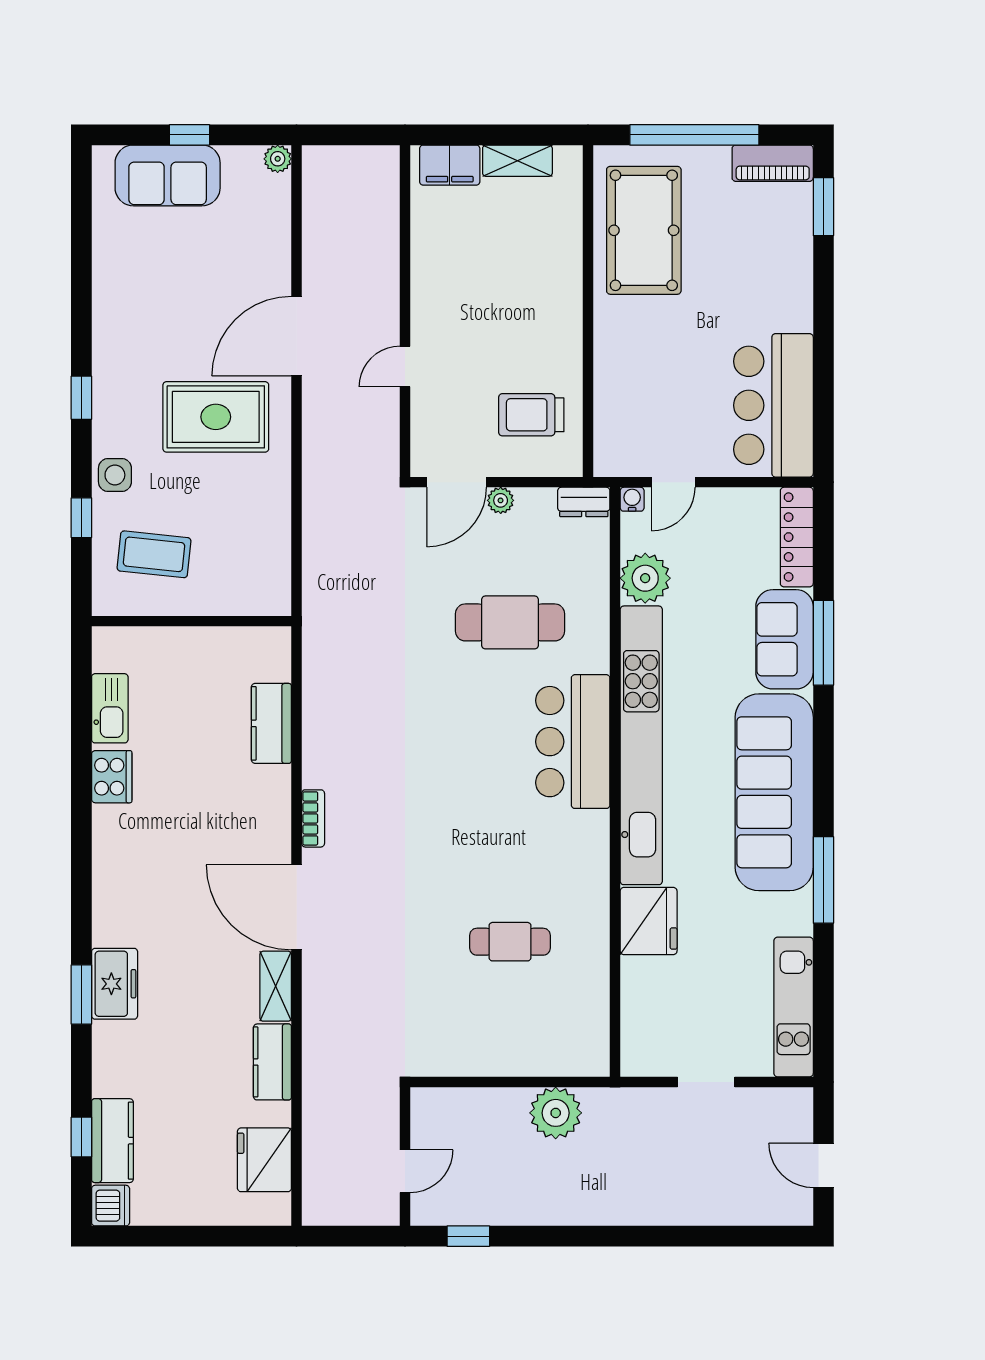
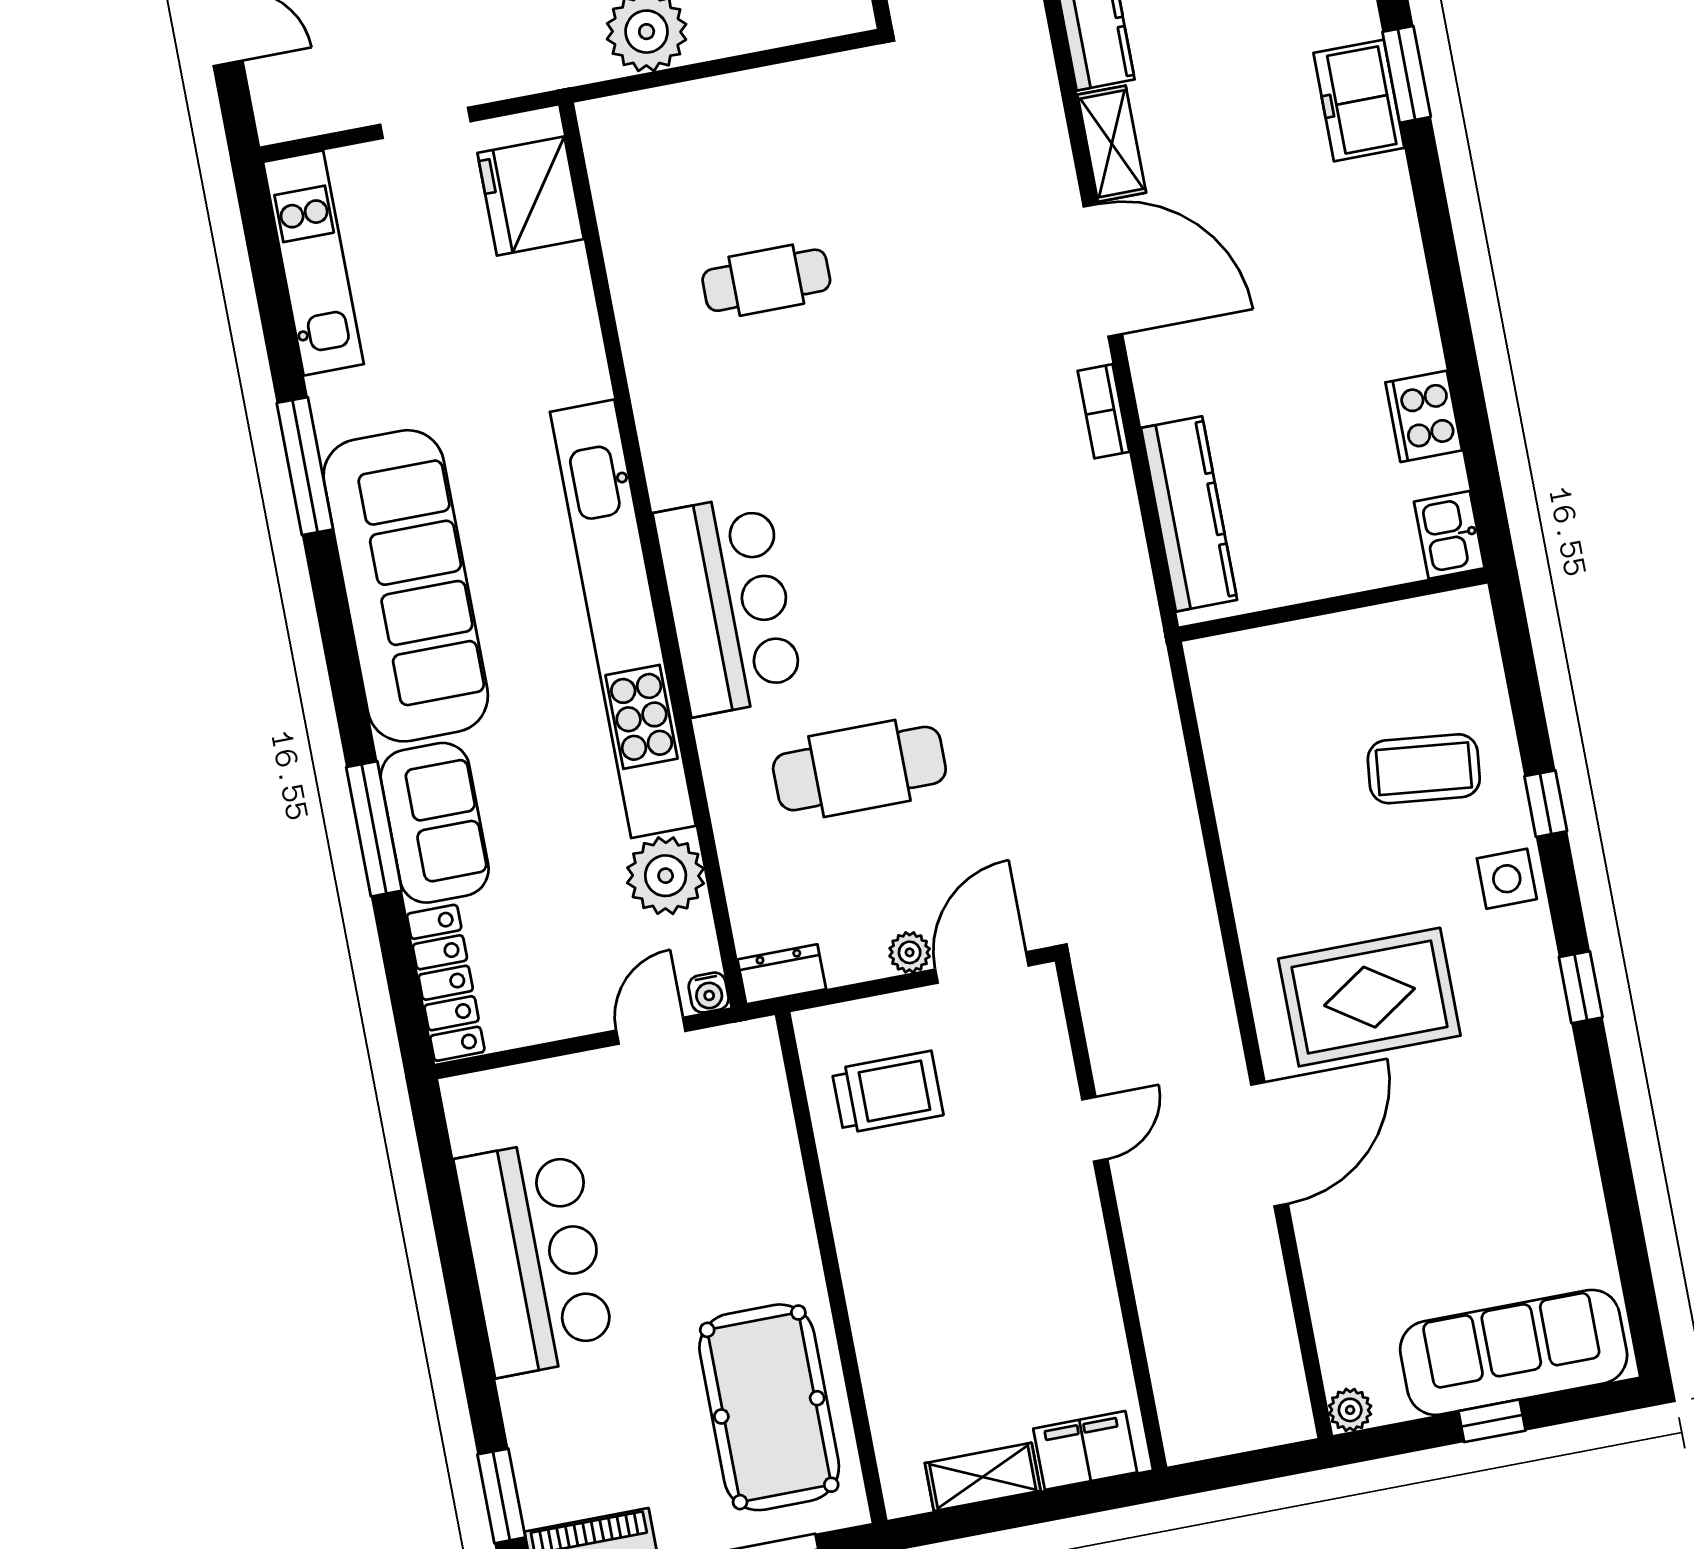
sofa: (168, 175) -> (1514, 1352), width x1.36
bar counter: (773, 405) -> (535, 1257), moved
wall: (191, 621) -> (1333, 605), moved
kitchen sink: (110, 708) -> (1449, 535), width x0.73
kitchen counter: (271, 723) -> (1189, 514), width x1.50
fridge: (649, 921) -> (531, 196), moved

